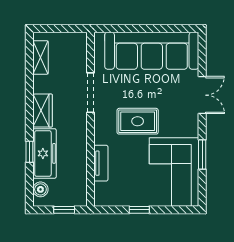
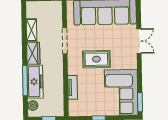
shelving: (41, 57) -> (32, 30), moved
window: (29, 152) -> (25, 81), width x2.17
window: (202, 154) -> (140, 102), moved

